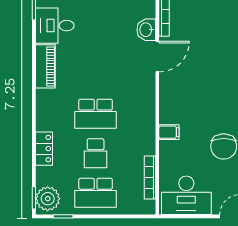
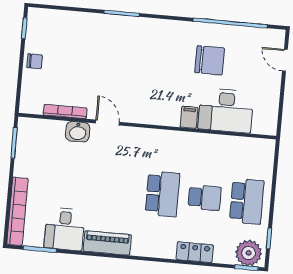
door: (157, 57) -> (107, 123), width x0.73
bookcase: (150, 177) -> (236, 142), removed
desk: (186, 195) -> (226, 110), moved, turned 90

